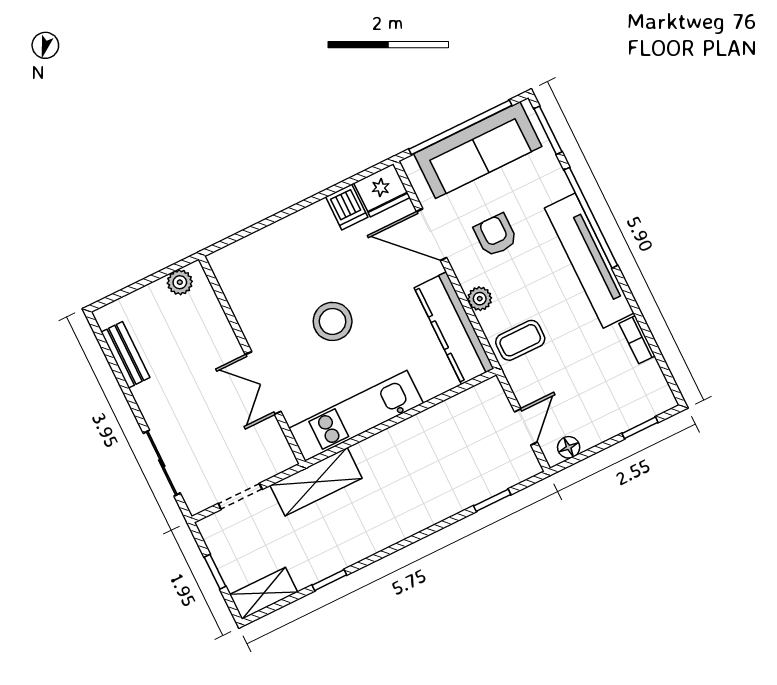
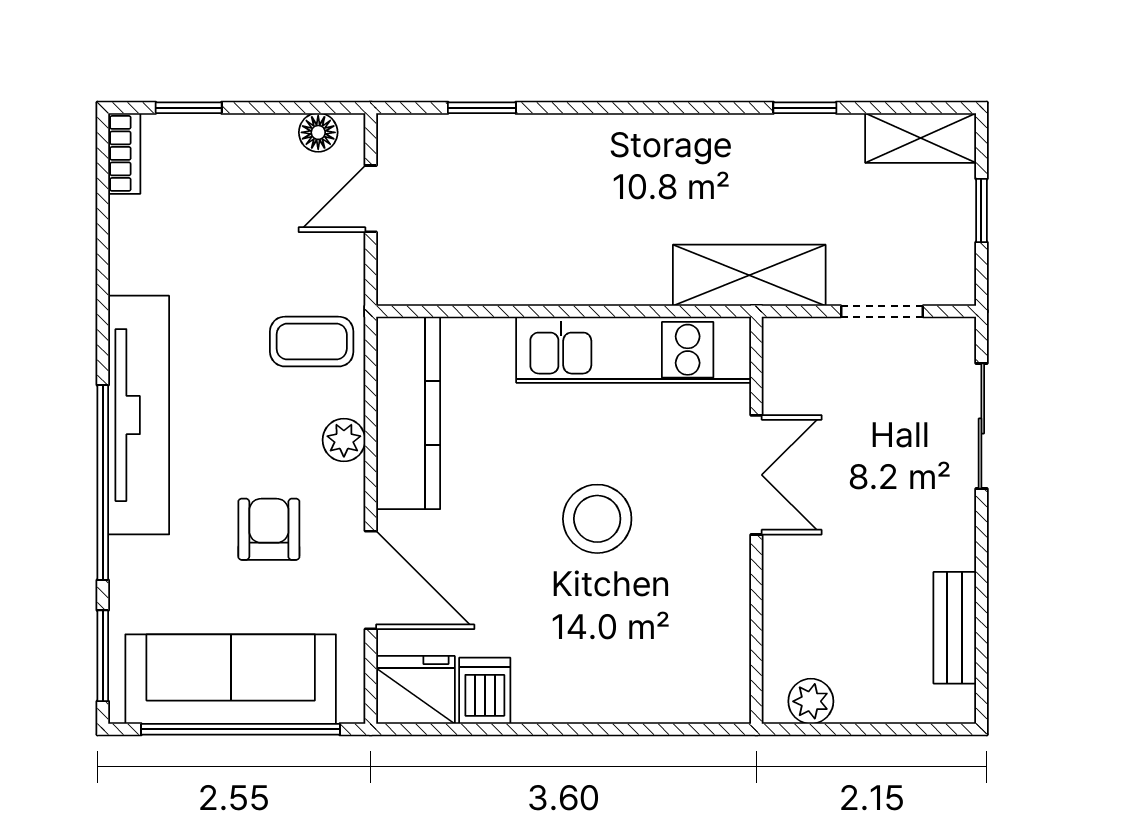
armchair: (495, 235) -> (269, 529), turned 180
bookcase: (637, 340) -> (124, 153), moved

